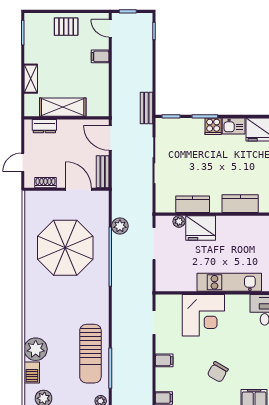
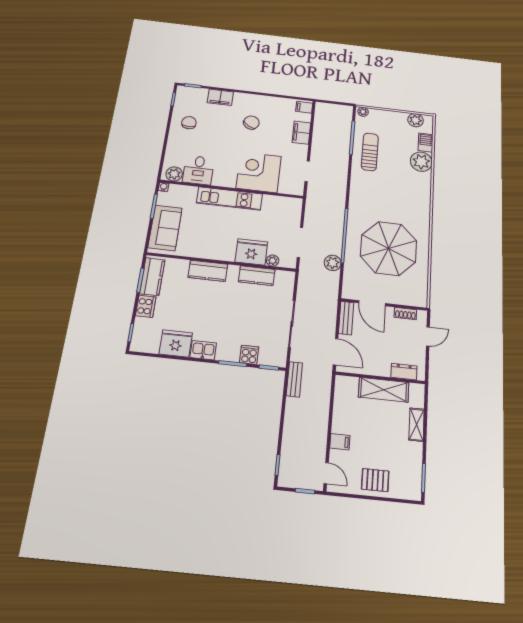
cooker: (213, 126) -> (249, 355), moved
sun lounger: (90, 354) -> (370, 152), width x0.73, depth x0.75
filing cabinet: (164, 360) -> (301, 133), width x2.00

